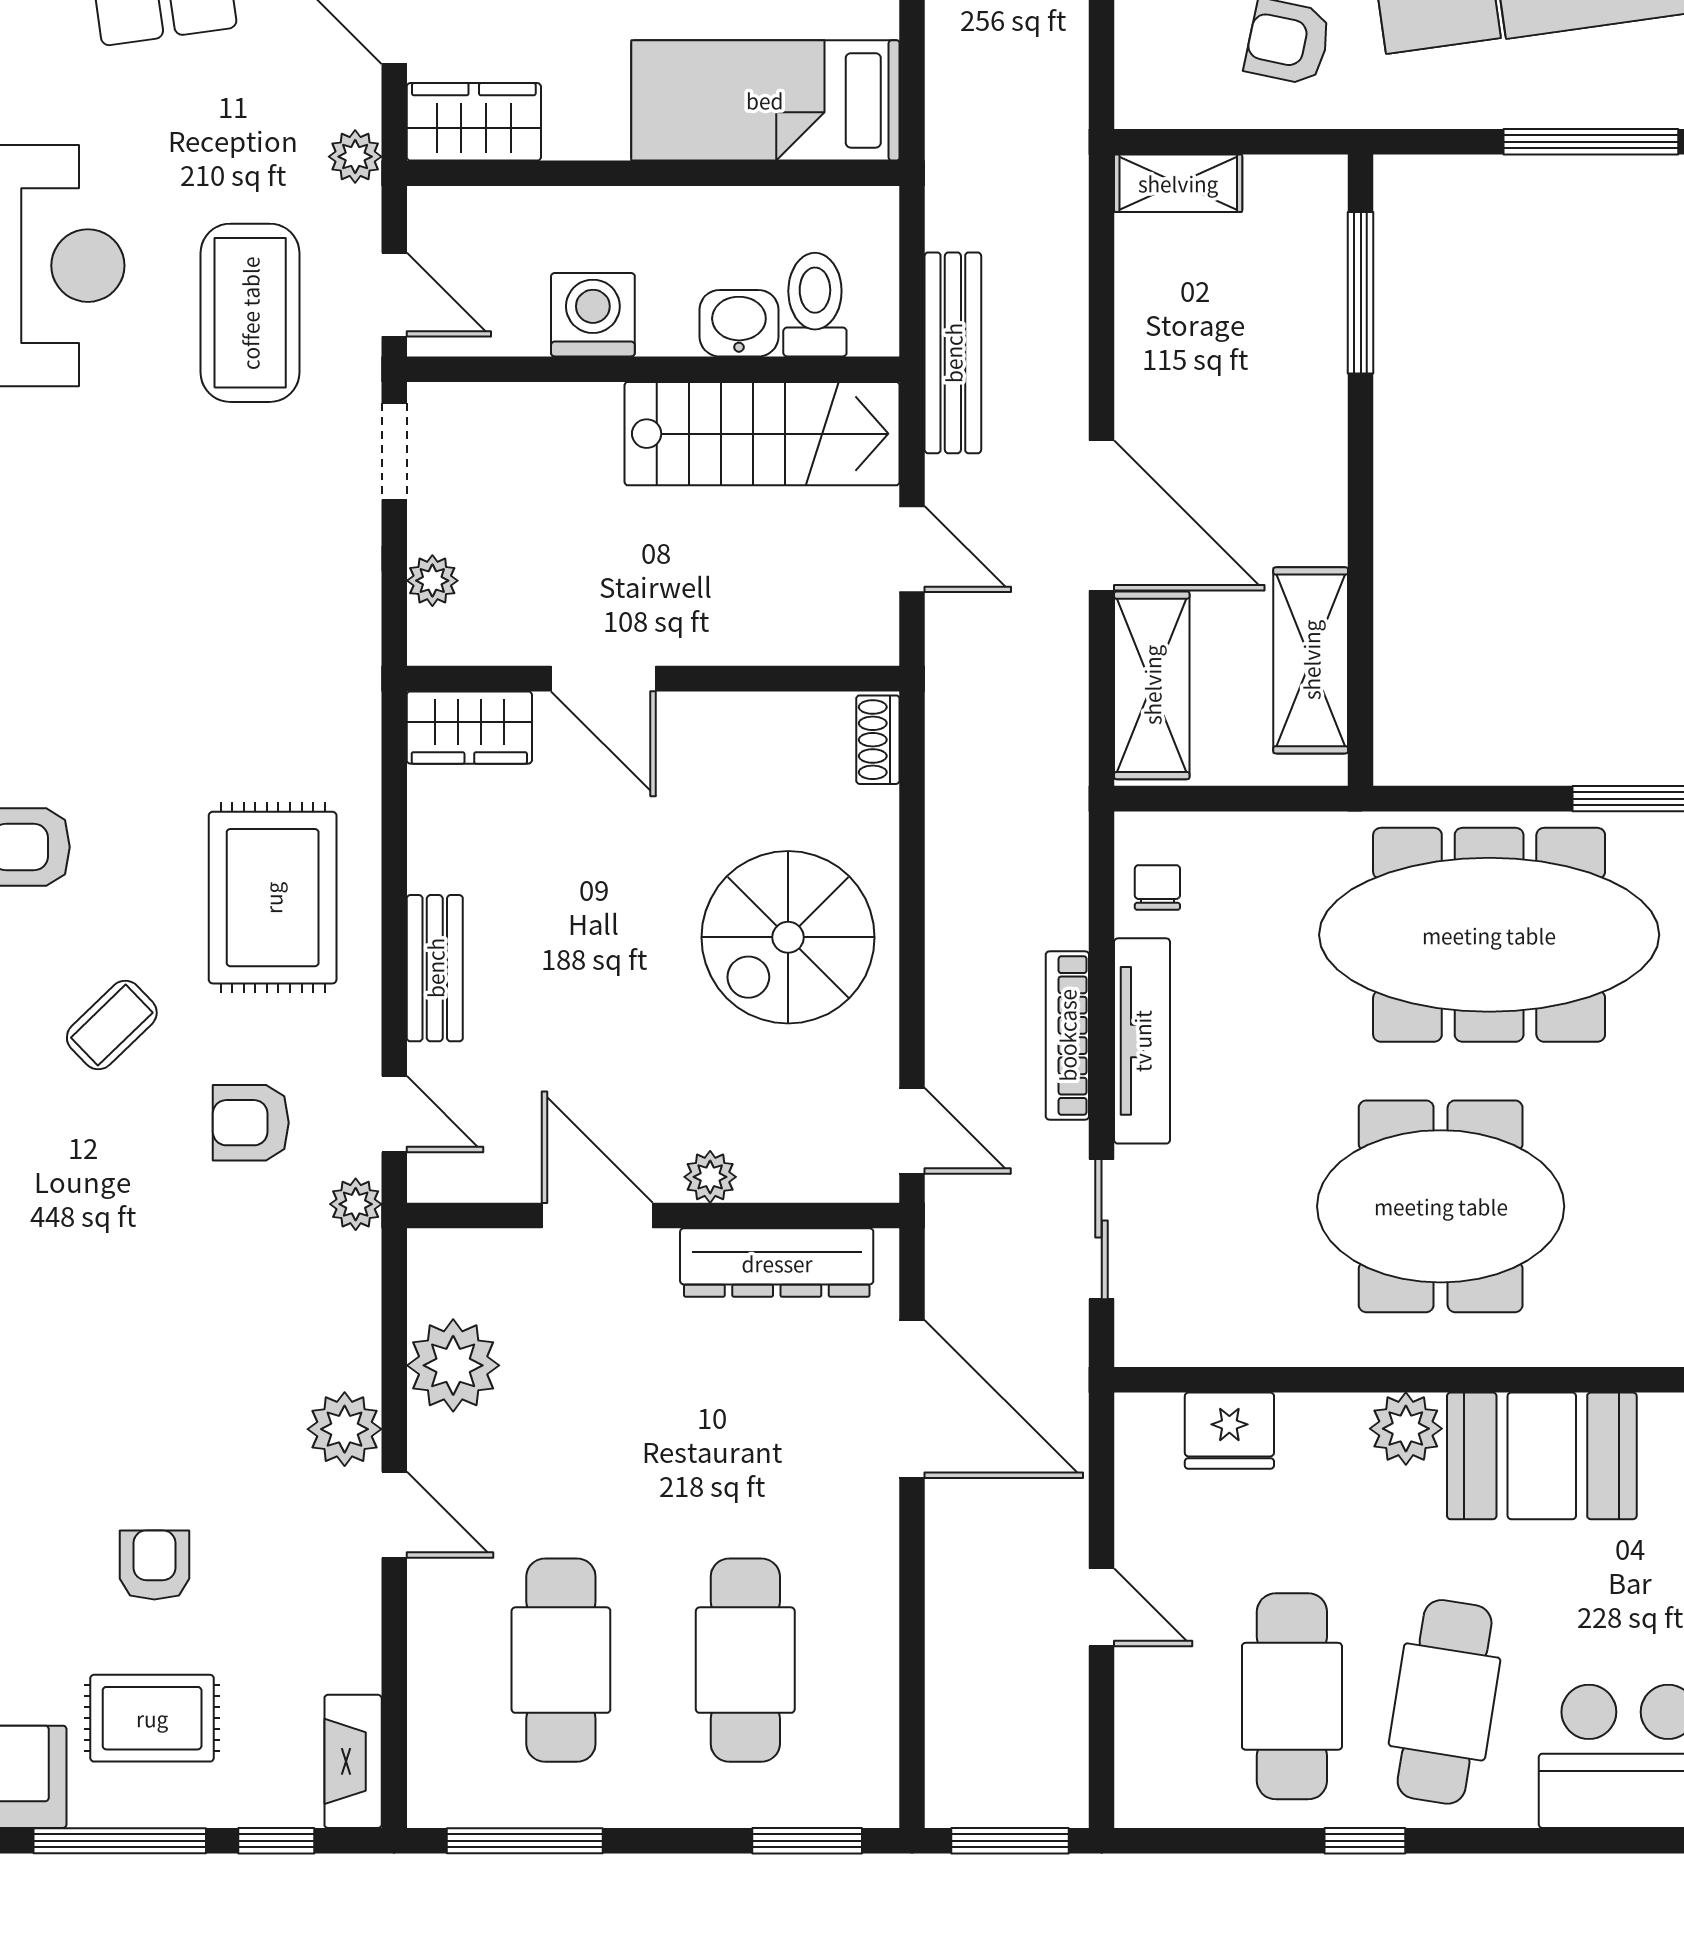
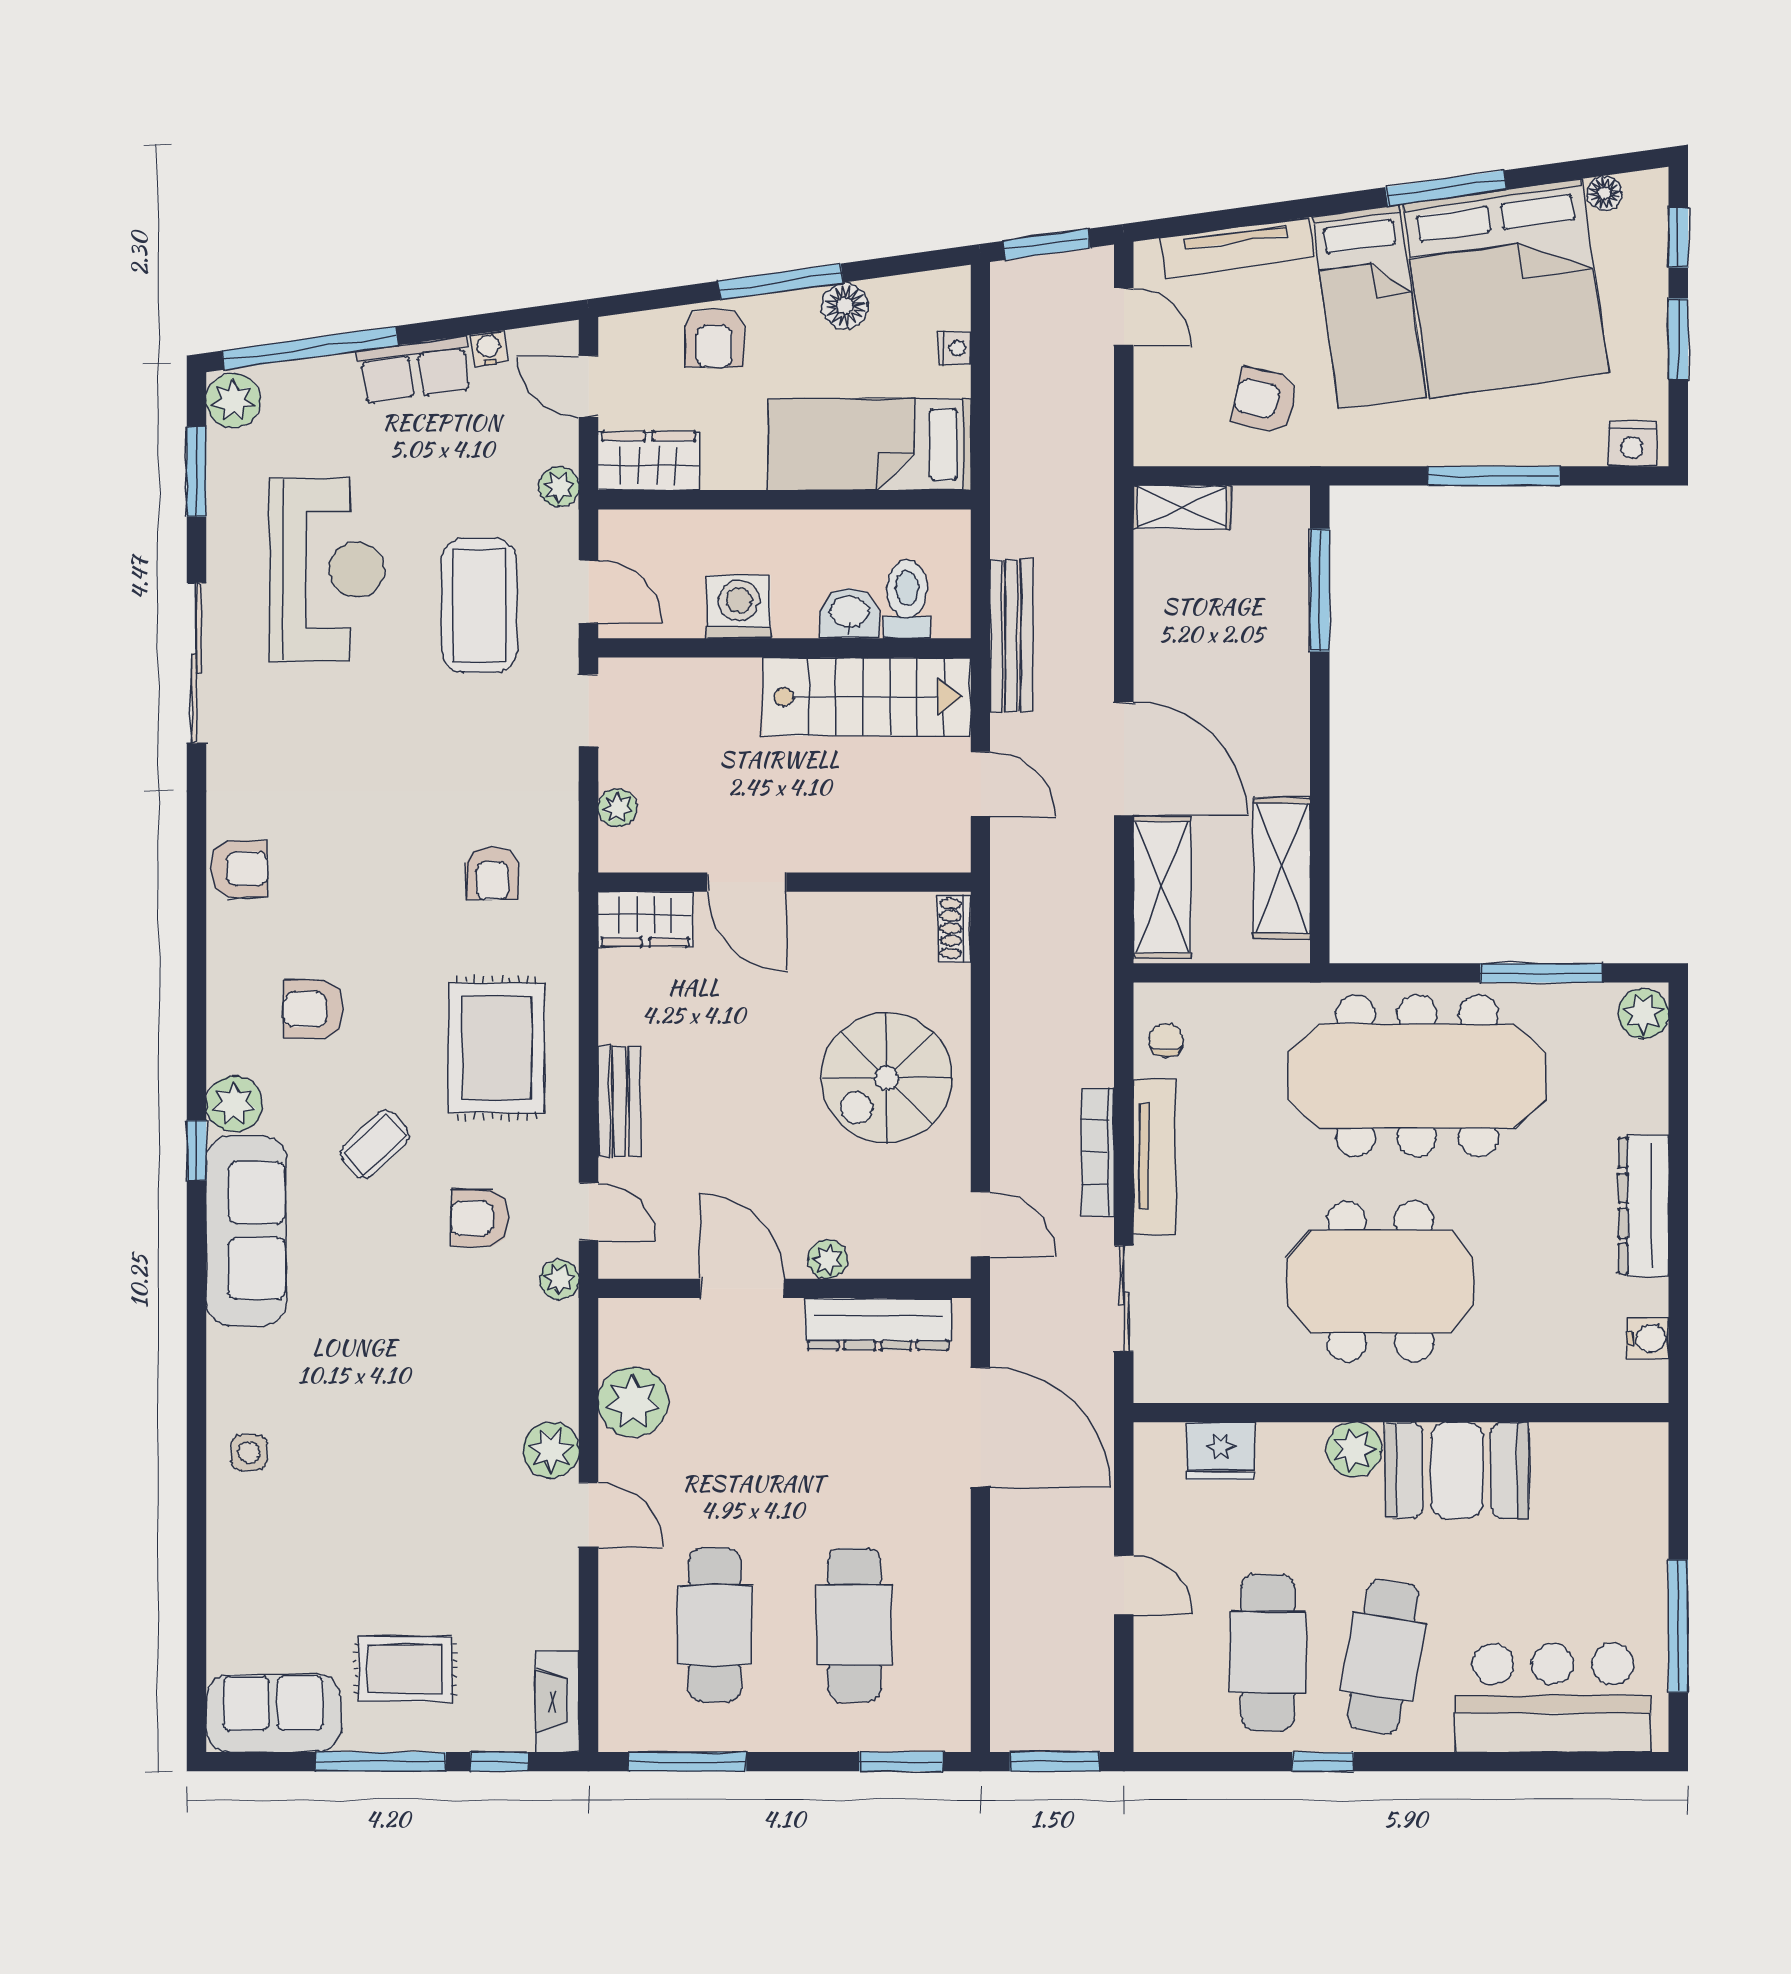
armchair: (154, 1565) -> (492, 873), moved, turned 180

